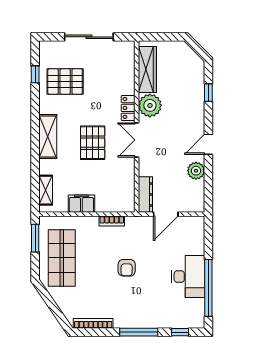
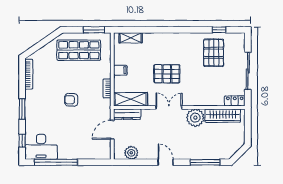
window: (208, 93) -> (205, 162), width x2.17
locker: (128, 108) -> (235, 101), moved
shelving: (48, 136) -> (131, 99), moved
plant: (196, 171) -> (131, 153), moved
filing cabinet: (81, 204) -> (120, 70), width x0.50
door: (166, 214) -> (112, 130), hinge flipped
desk: (188, 277) -> (41, 147), moved
window: (139, 332) -> (22, 109), width x0.69

